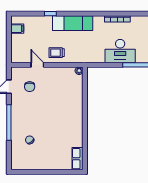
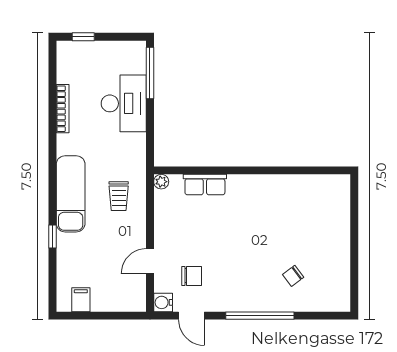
trolley: (57, 53) -> (119, 196), moved
water cooler: (16, 72) -> (163, 302), added
row of seats: (78, 159) -> (205, 185), moved

